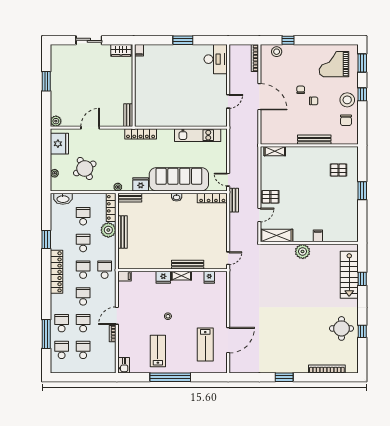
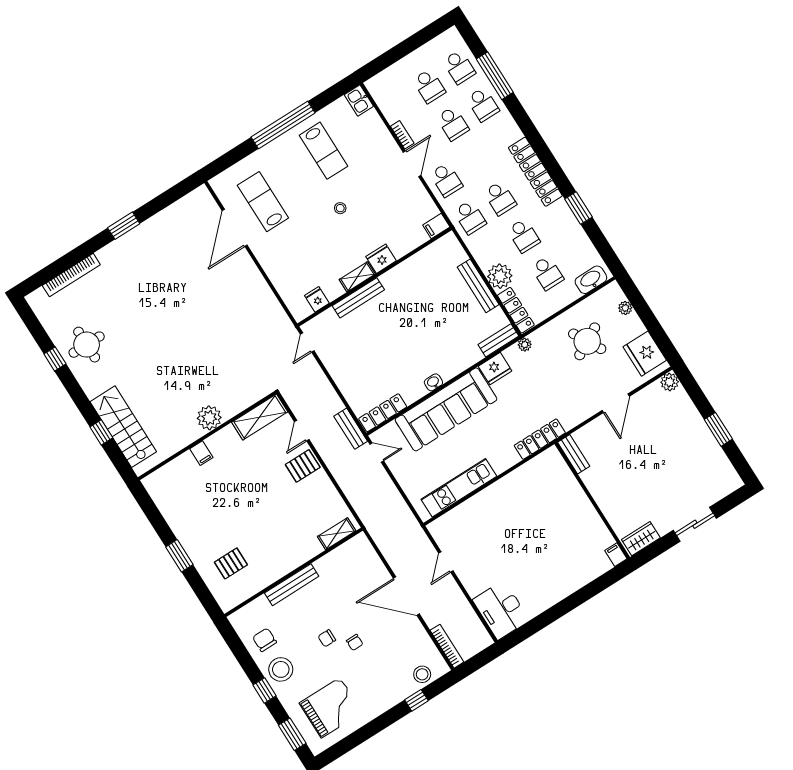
window: (183, 40) -> (563, 607), removed
school desk: (83, 296) -> (446, 180), moved

